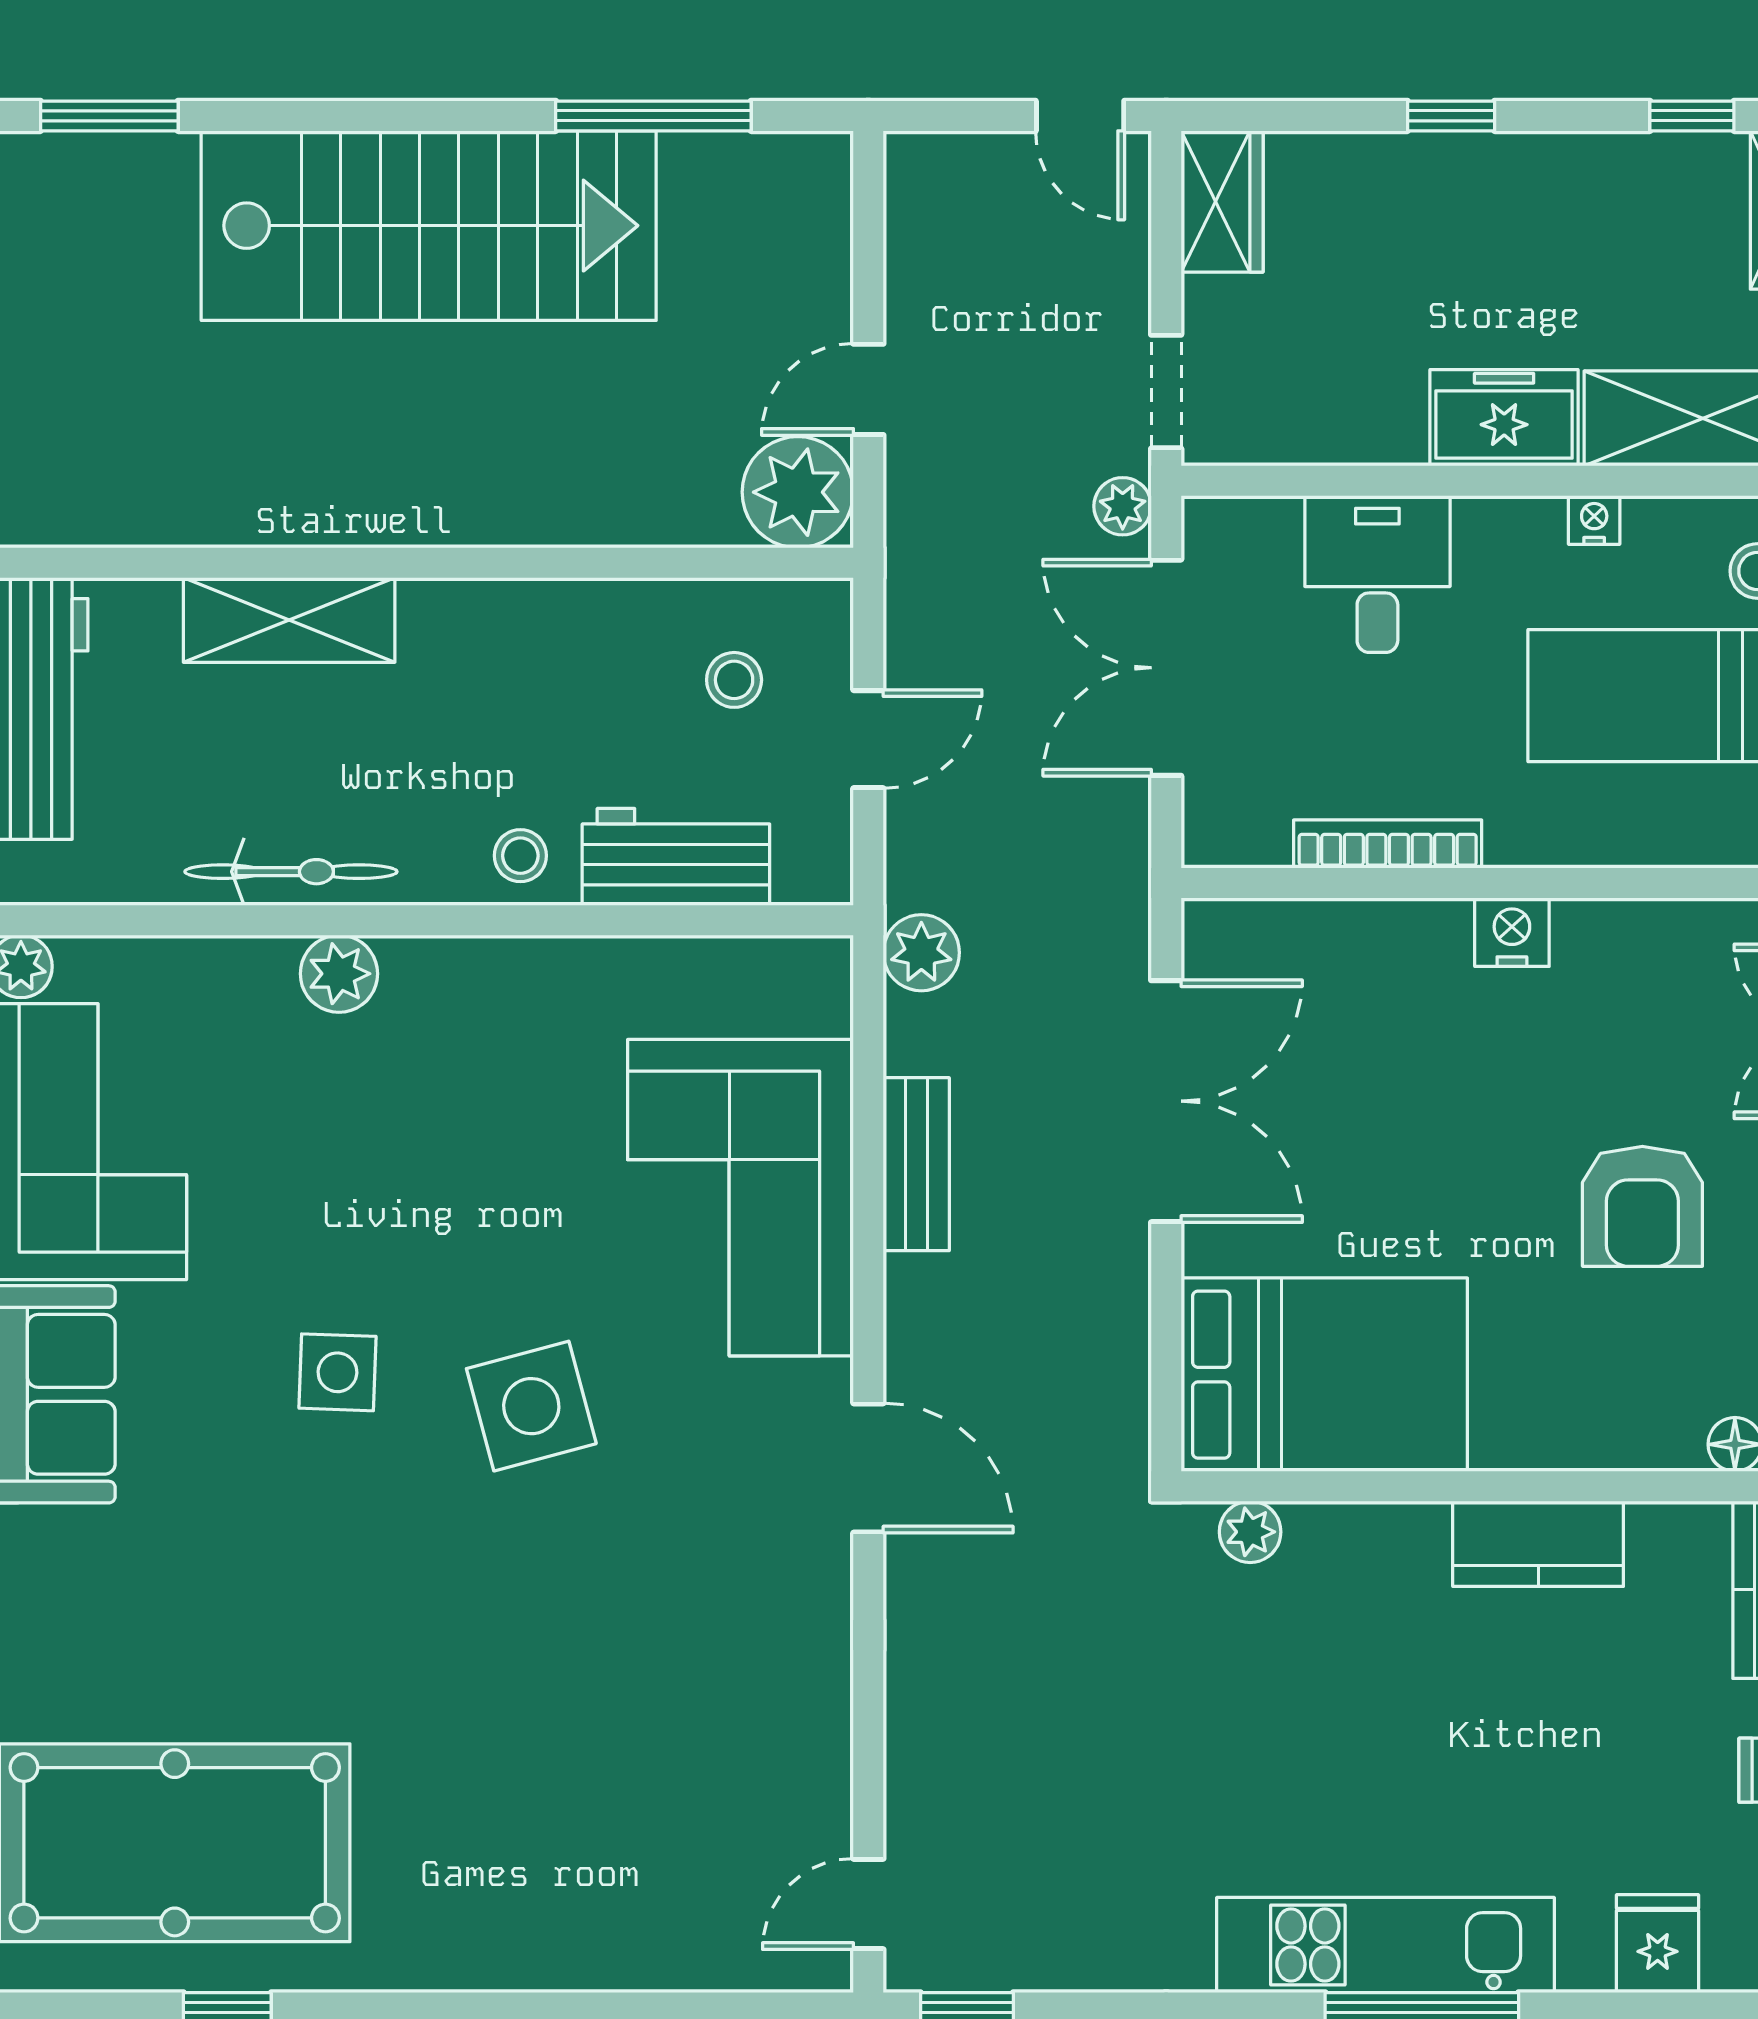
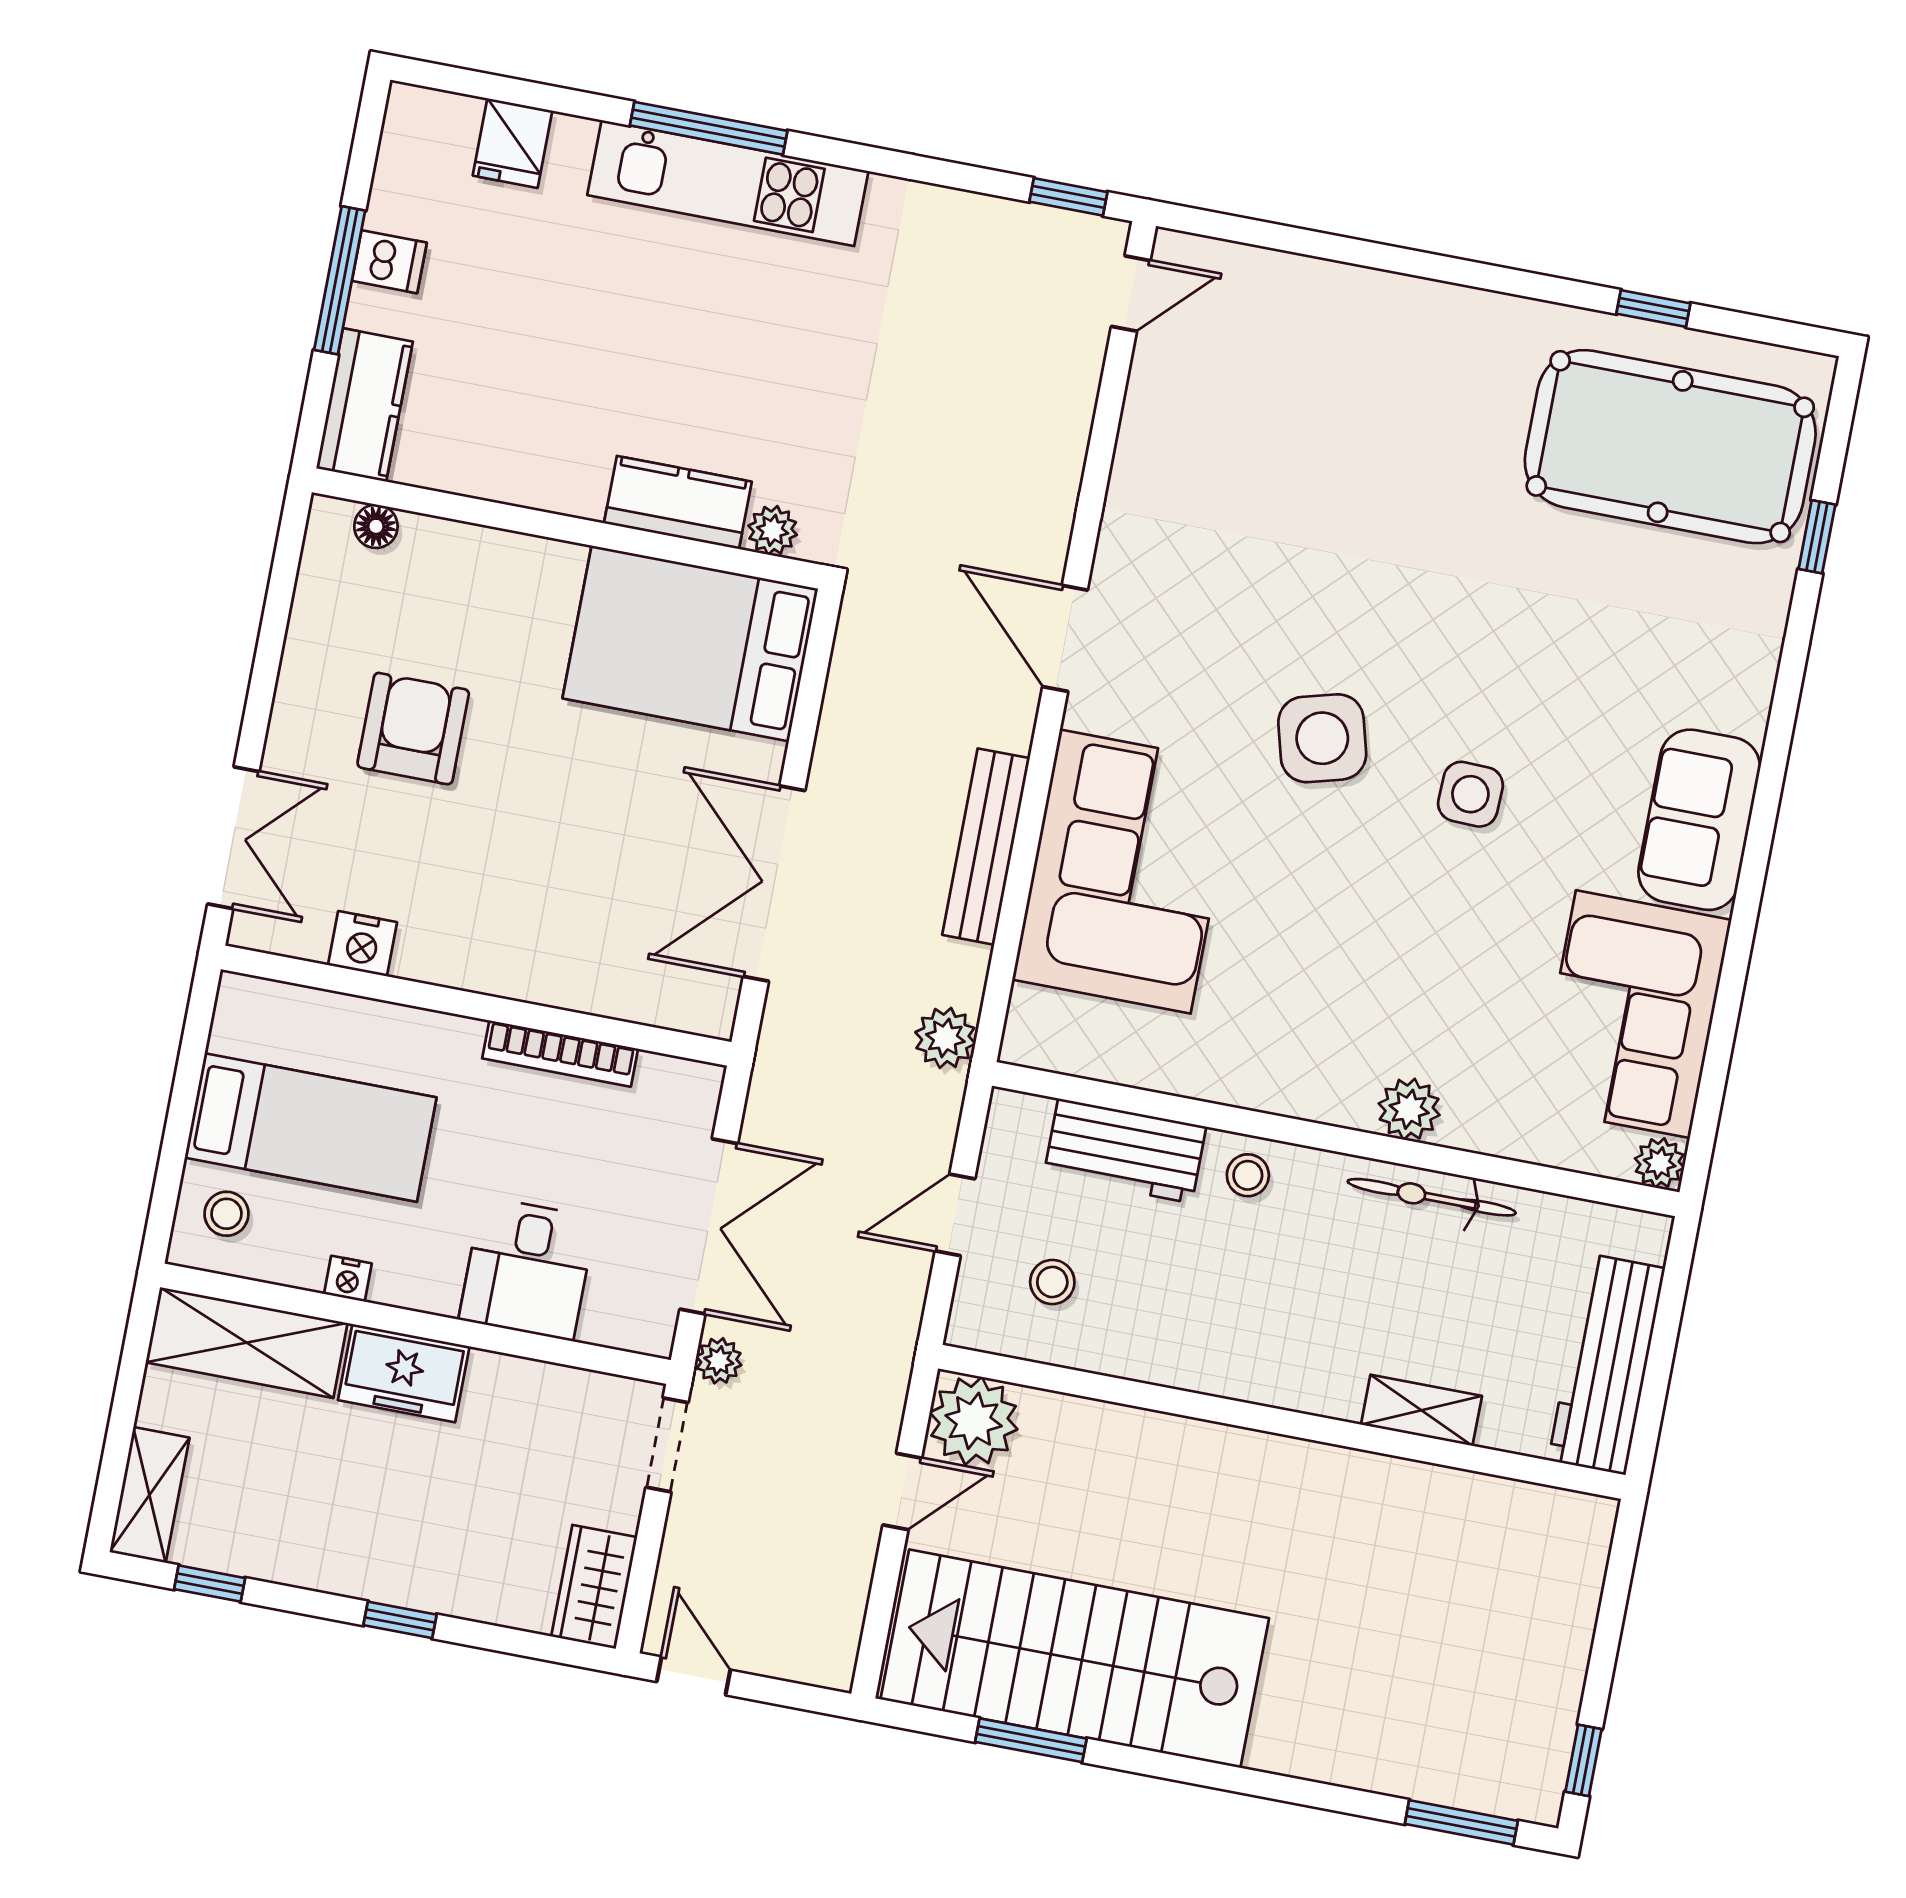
window: (653, 116) -> (1031, 1740), width x0.69
stairs: (429, 226) -> (1075, 1659), moved
shelving: (289, 620) -> (1421, 1410), width x0.67, depth x0.75
nightstand: (1512, 932) -> (362, 944), moved
bench: (916, 1164) -> (986, 847), width x1.36
kitchen counter: (1538, 1544) -> (678, 502), moved

